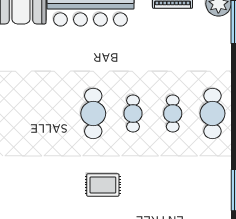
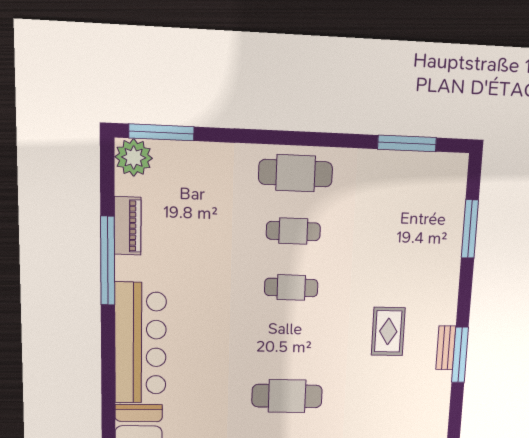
cafe table: (93, 113) -> (287, 396), moved

